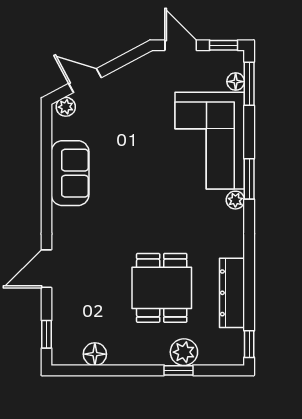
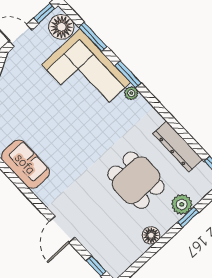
floor lamp: (236, 82) -> (62, 27), width x1.89, depth x1.89
window: (249, 84) -> (93, 37), moved
floor lamp: (95, 354) -> (151, 235), moved

